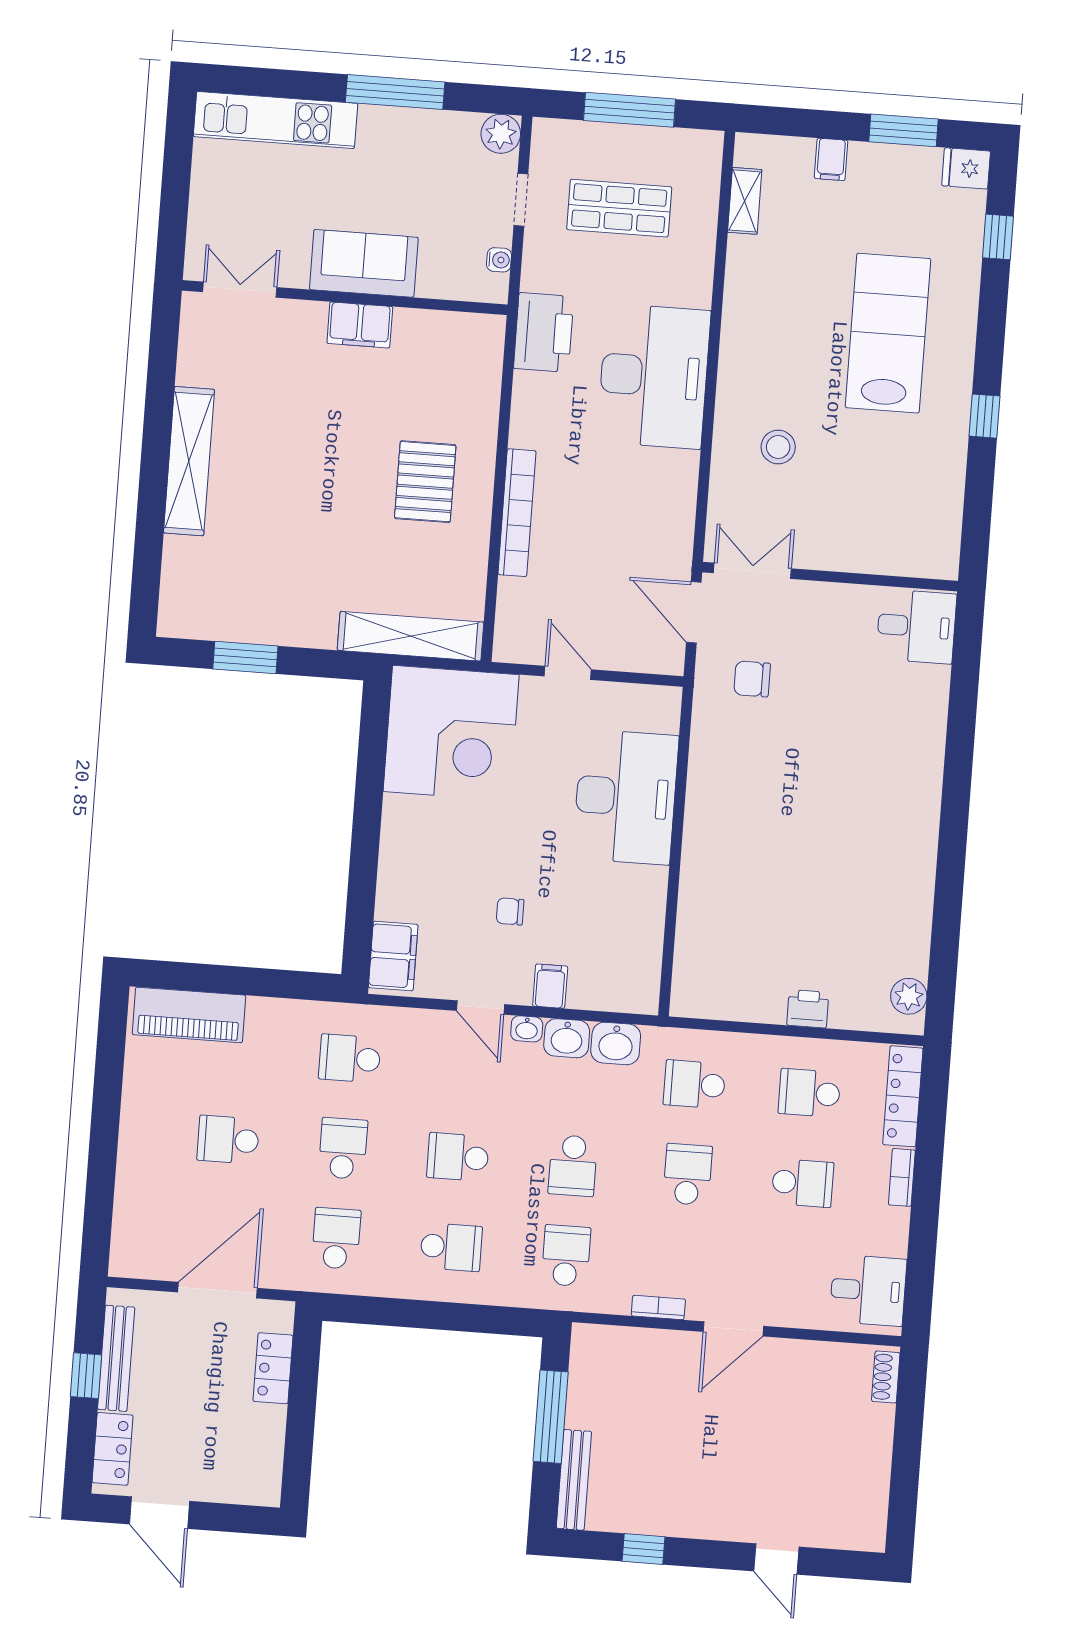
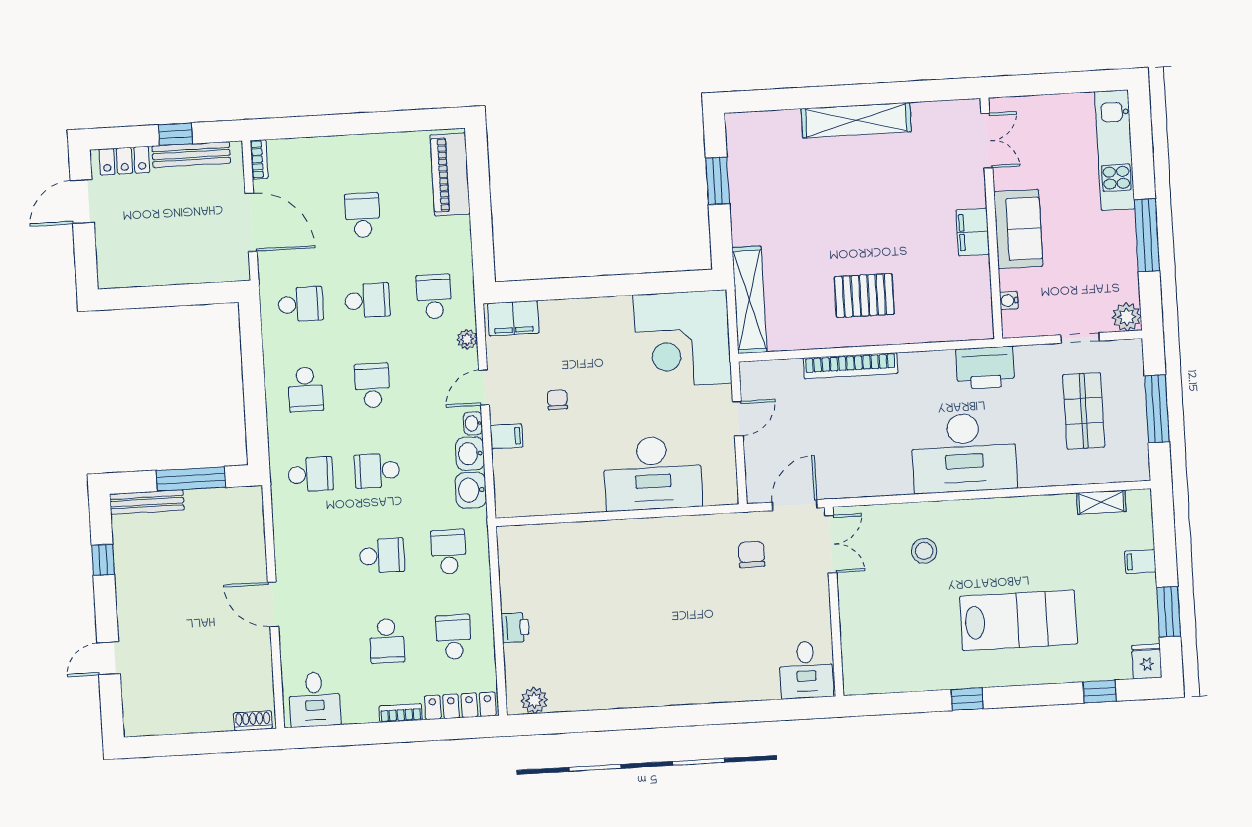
water cooler: (499, 260) -> (1009, 300), moved, turned 90
plant: (413, 1022) -> (467, 339), added
bookcase: (658, 1307) -> (259, 159), moved
locker: (273, 1368) -> (199, 271), removed

